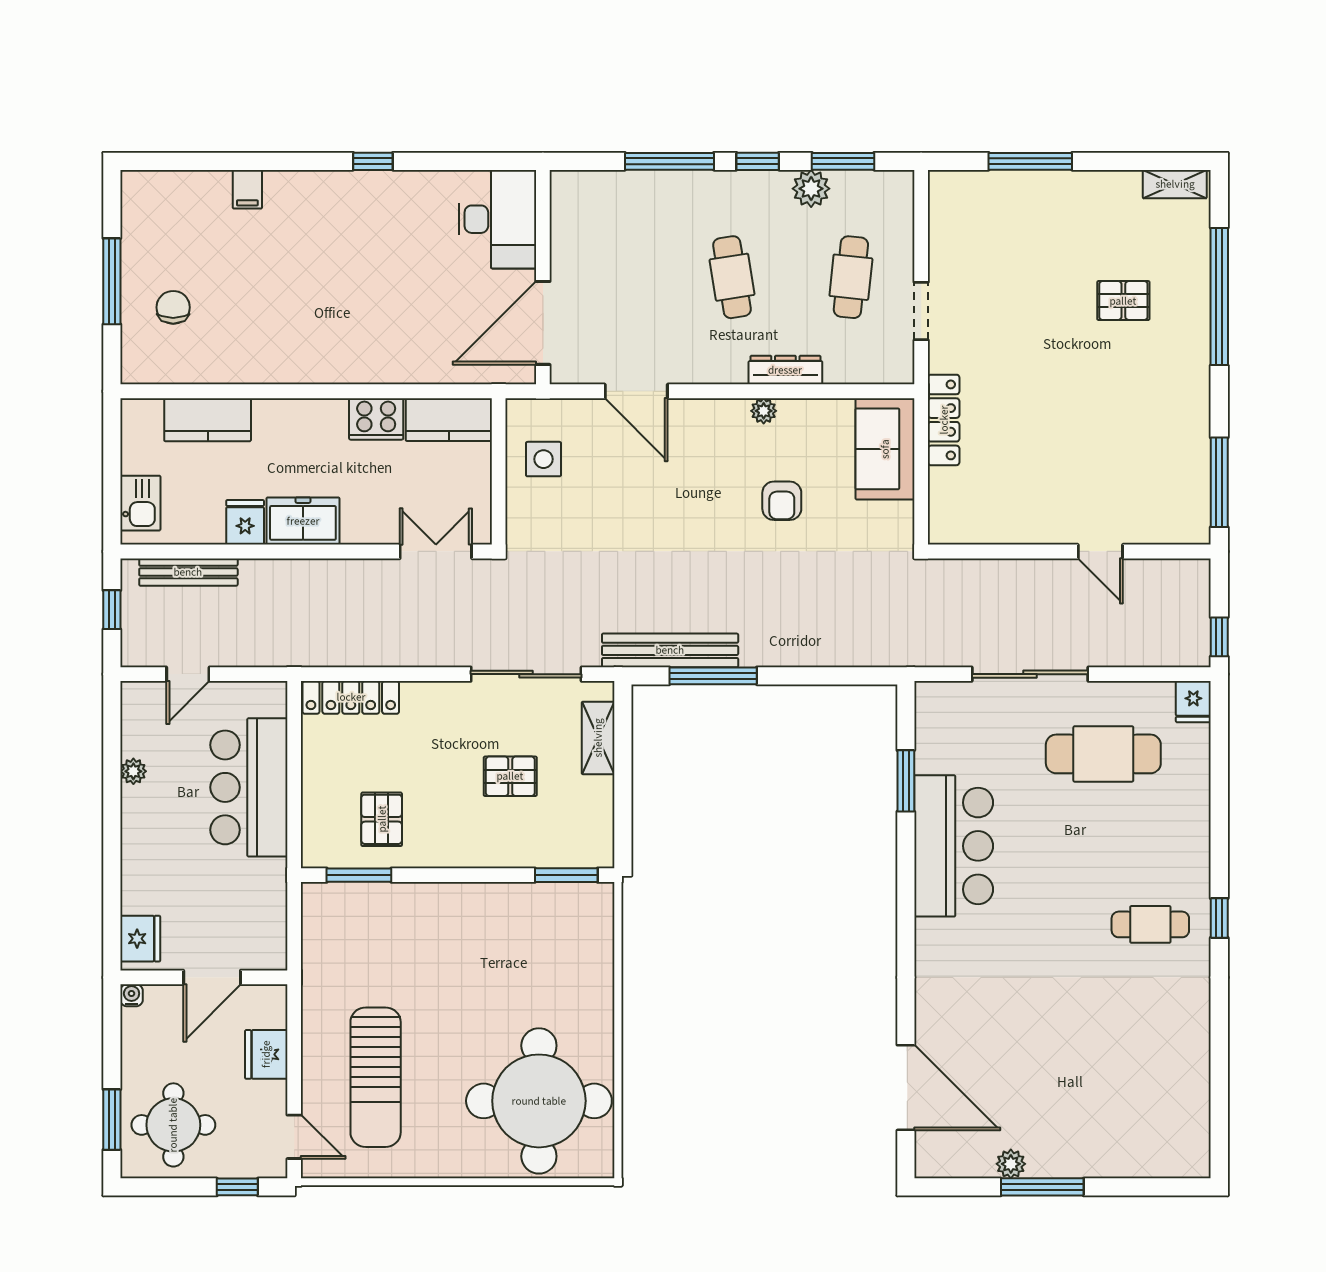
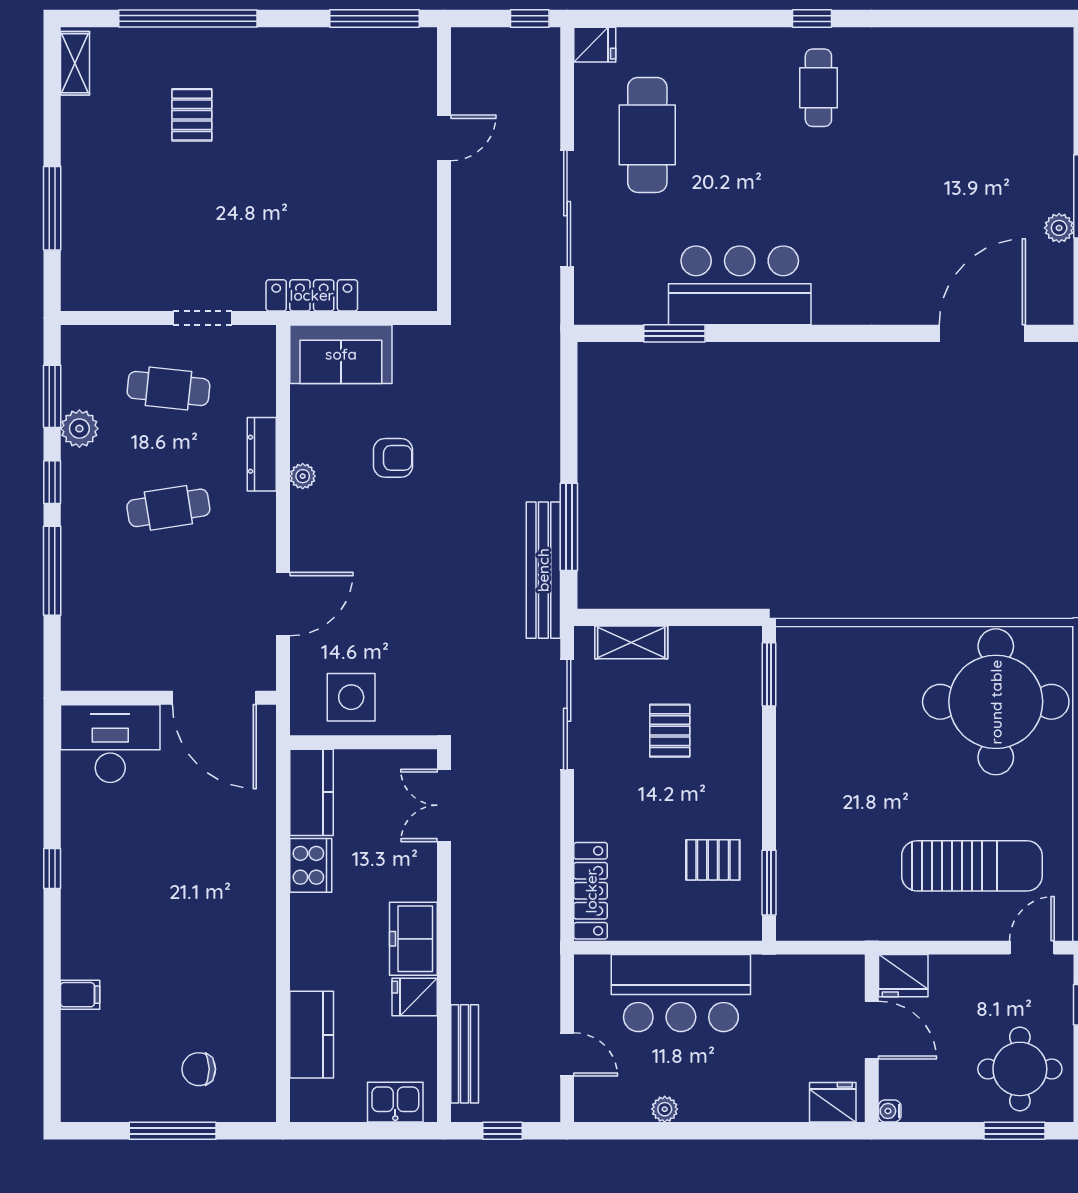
side table: (544, 459) -> (351, 697), width x1.37, depth x1.37
fridge: (266, 1054) -> (903, 976), moved

